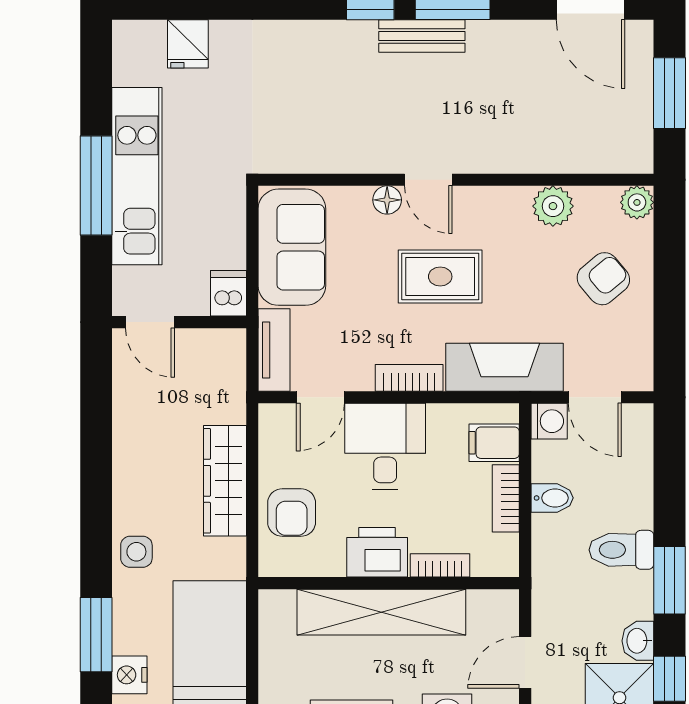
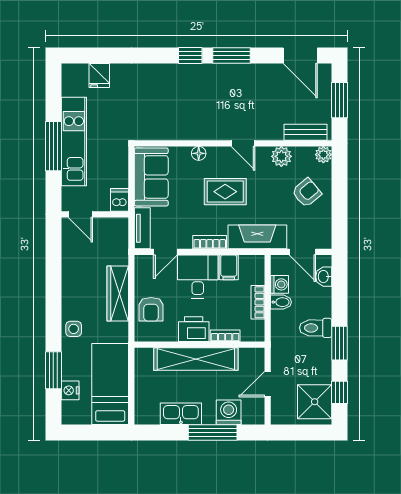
bench: (422, 36) -> (306, 132), moved
door: (428, 180) -> (243, 143), moved
washing machine: (549, 421) -> (280, 284), moved
filing cabinet: (494, 443) -> (229, 267), moved, turned -90
washbasin: (638, 641) -> (324, 277), moved

